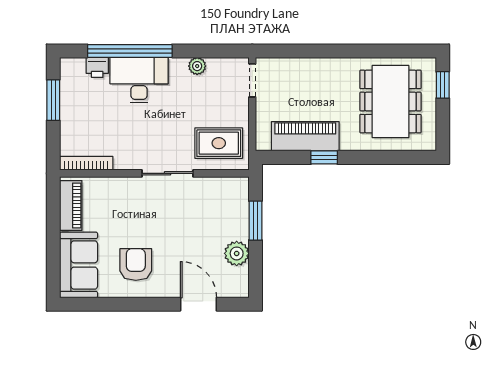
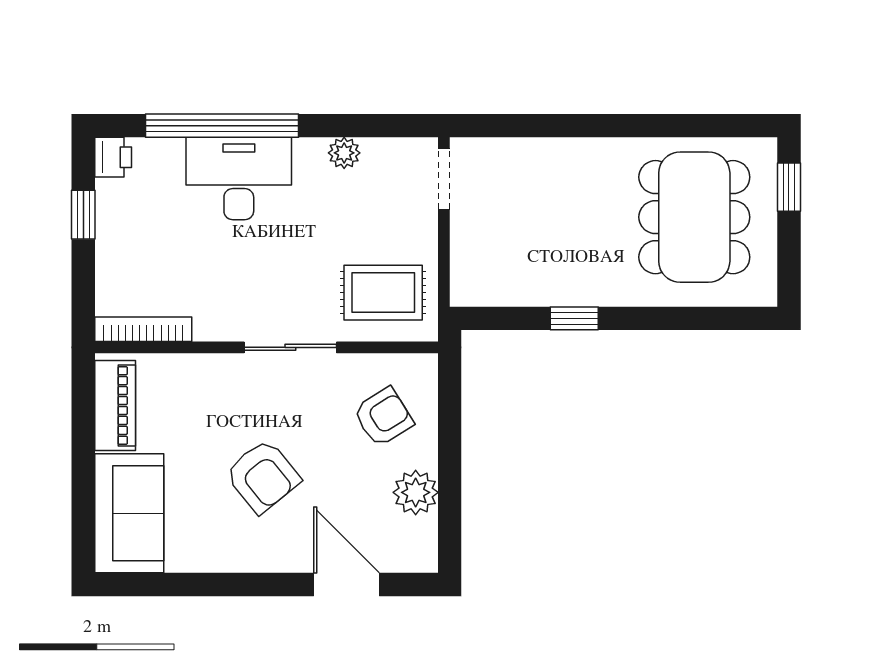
printer: (97, 67) -> (113, 157), moved, turned -90
window: (53, 100) -> (83, 215), width x0.67
piano: (305, 136) -> (540, 280), removed
armchair: (219, 212) -> (383, 417), added
window: (255, 221) -> (450, 433), removed
armchair: (136, 264) -> (263, 476), moved, turned 141

